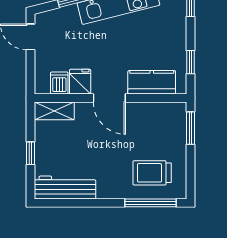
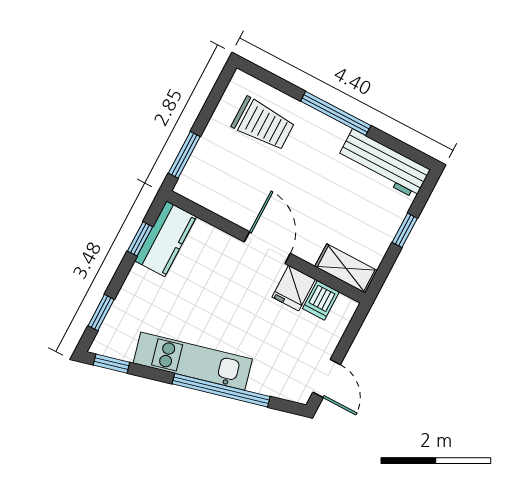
kitchen counter: (152, 82) -> (166, 239), moved, turned -90
window: (150, 203) -> (336, 113), moved

